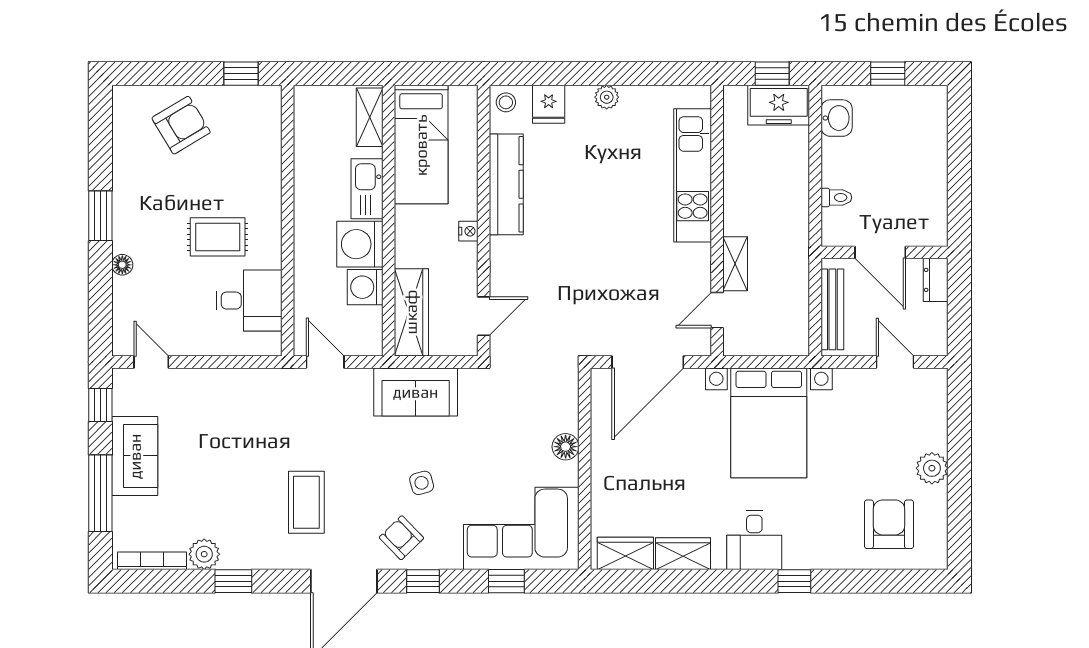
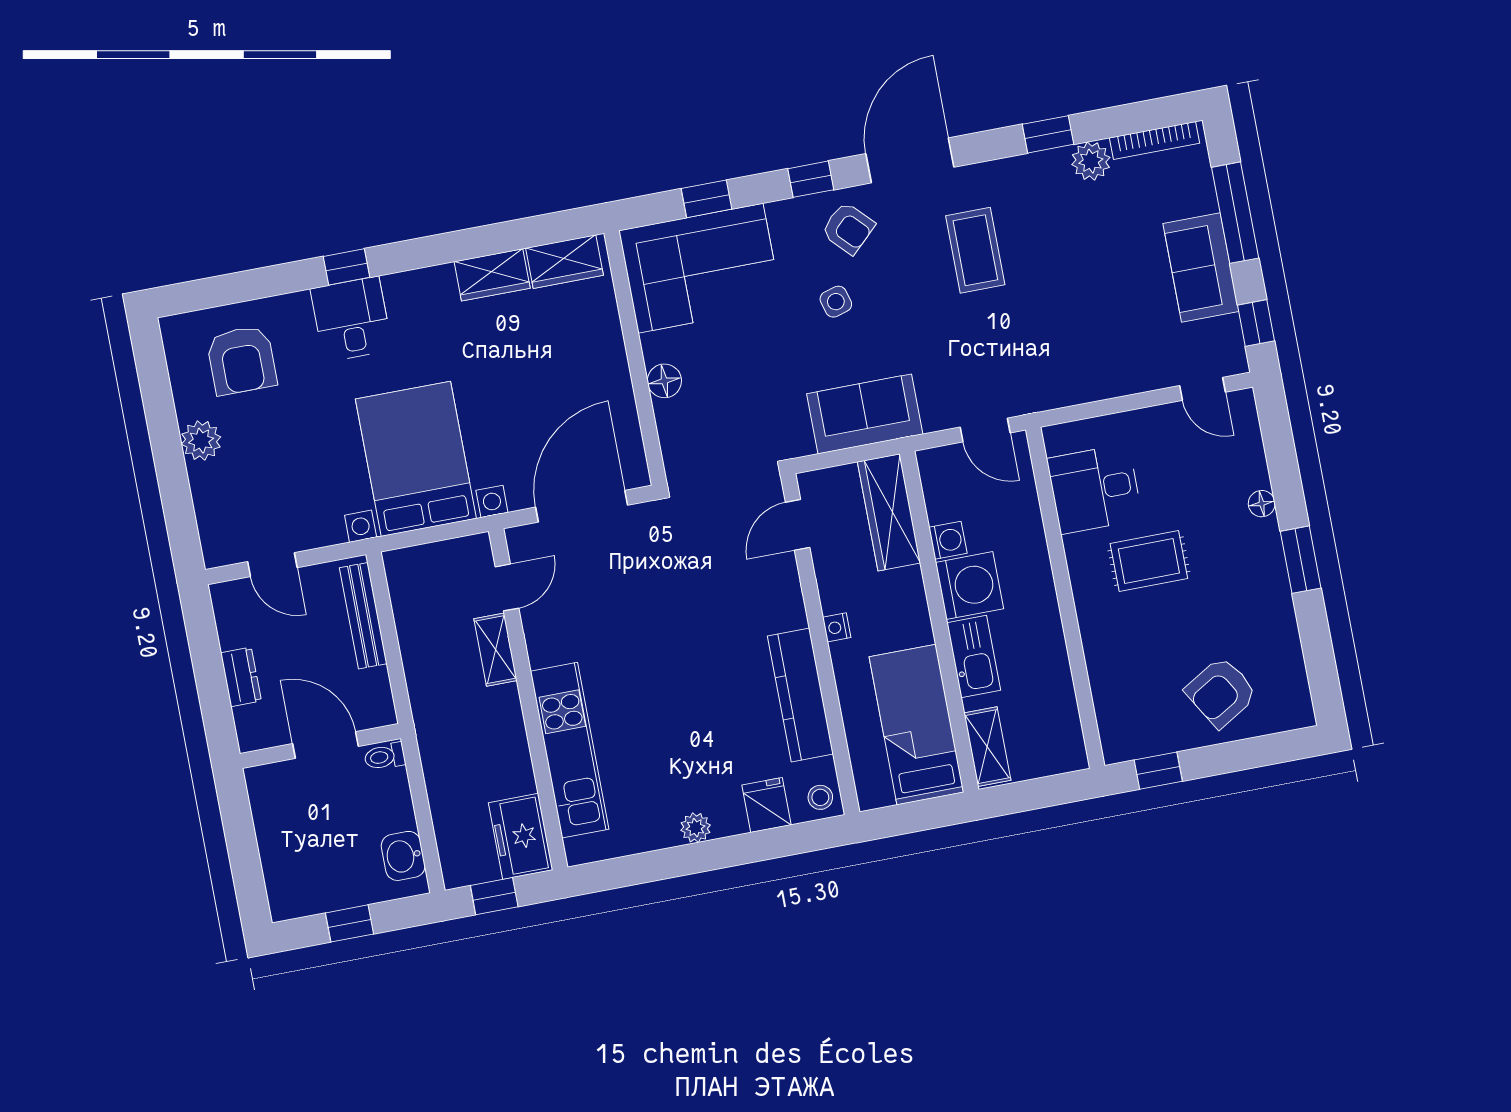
freezer: (779, 105) -> (521, 836), moved, turned -90
door: (880, 252) -> (326, 745), moved
wall: (884, 252) -> (320, 746), moved
washing machine: (365, 287) -> (948, 540), width x0.73, depth x0.73
desk: (754, 540) -> (351, 319), moved

